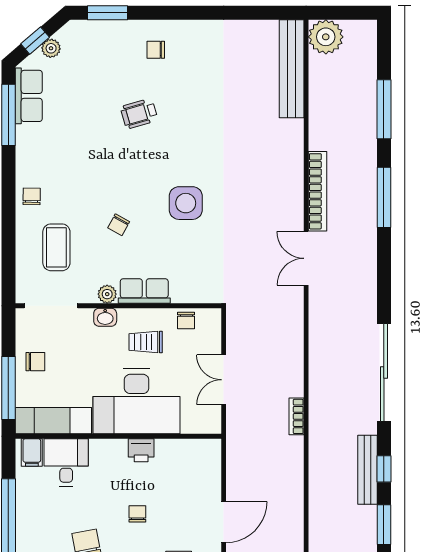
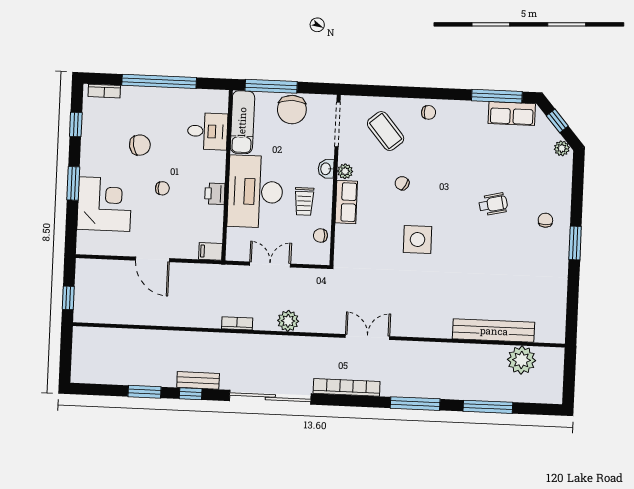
window: (108, 13) -> (575, 243), moved
plant: (326, 37) -> (521, 360), moved
plant: (51, 48) -> (562, 148), moved
bench: (292, 69) -> (494, 331), moved
wheelchair: (139, 114) -> (493, 204), turned 93
bookcase: (317, 191) -> (347, 387), moved, turned 180
coffee table: (56, 247) -> (386, 131), turned 50
trolley: (146, 342) -> (304, 201), turned 180
plant: (291, 355) -> (288, 321), added
chair: (35, 362) -> (292, 110), width x1.87, depth x1.87
filing cabinet: (32, 452) -> (210, 251), moved
bench: (367, 470) -> (198, 380), width x0.73

